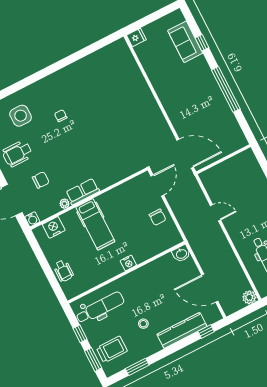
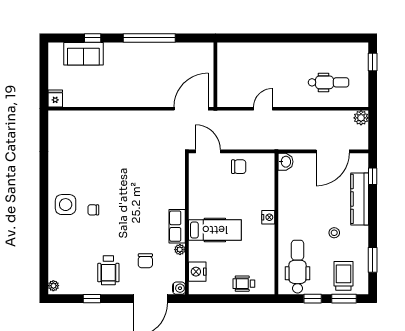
side table: (21, 116) -> (66, 205), moved
chair: (41, 180) -> (145, 261), turned 180
wheelchair: (63, 271) -> (244, 284), turned 180

